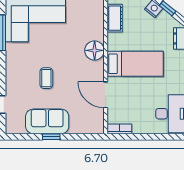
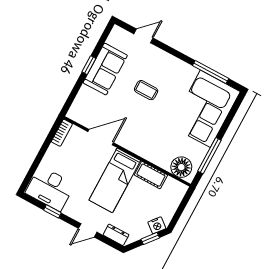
cot: (115, 18) -> (151, 175), moved
floor lamp: (95, 50) -> (181, 167), moved

